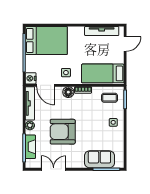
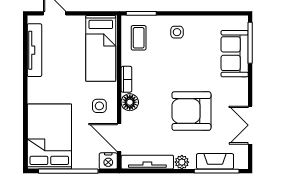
door: (46, 85) -> (119, 138), swing flipped
armchair: (63, 132) -> (191, 111), turned 90

